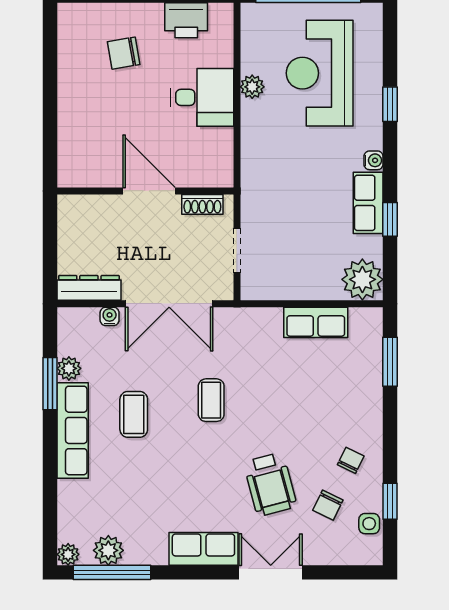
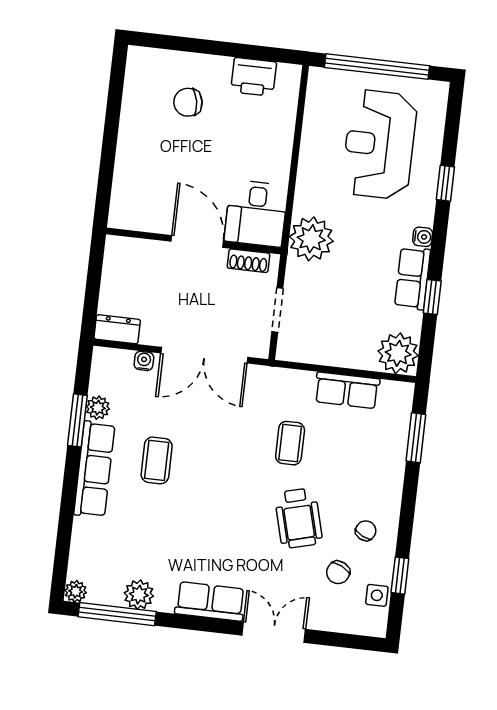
plant: (252, 87) -> (311, 239), moved, width x1.87, depth x1.87
desk: (202, 97) -> (256, 213), moved, turned 90
dresser: (89, 288) -> (117, 329), width x0.70
coffee table: (211, 400) -> (290, 443), moved
wheelchair: (270, 484) -> (299, 518), moved
plant: (108, 550) -> (139, 595), moved

